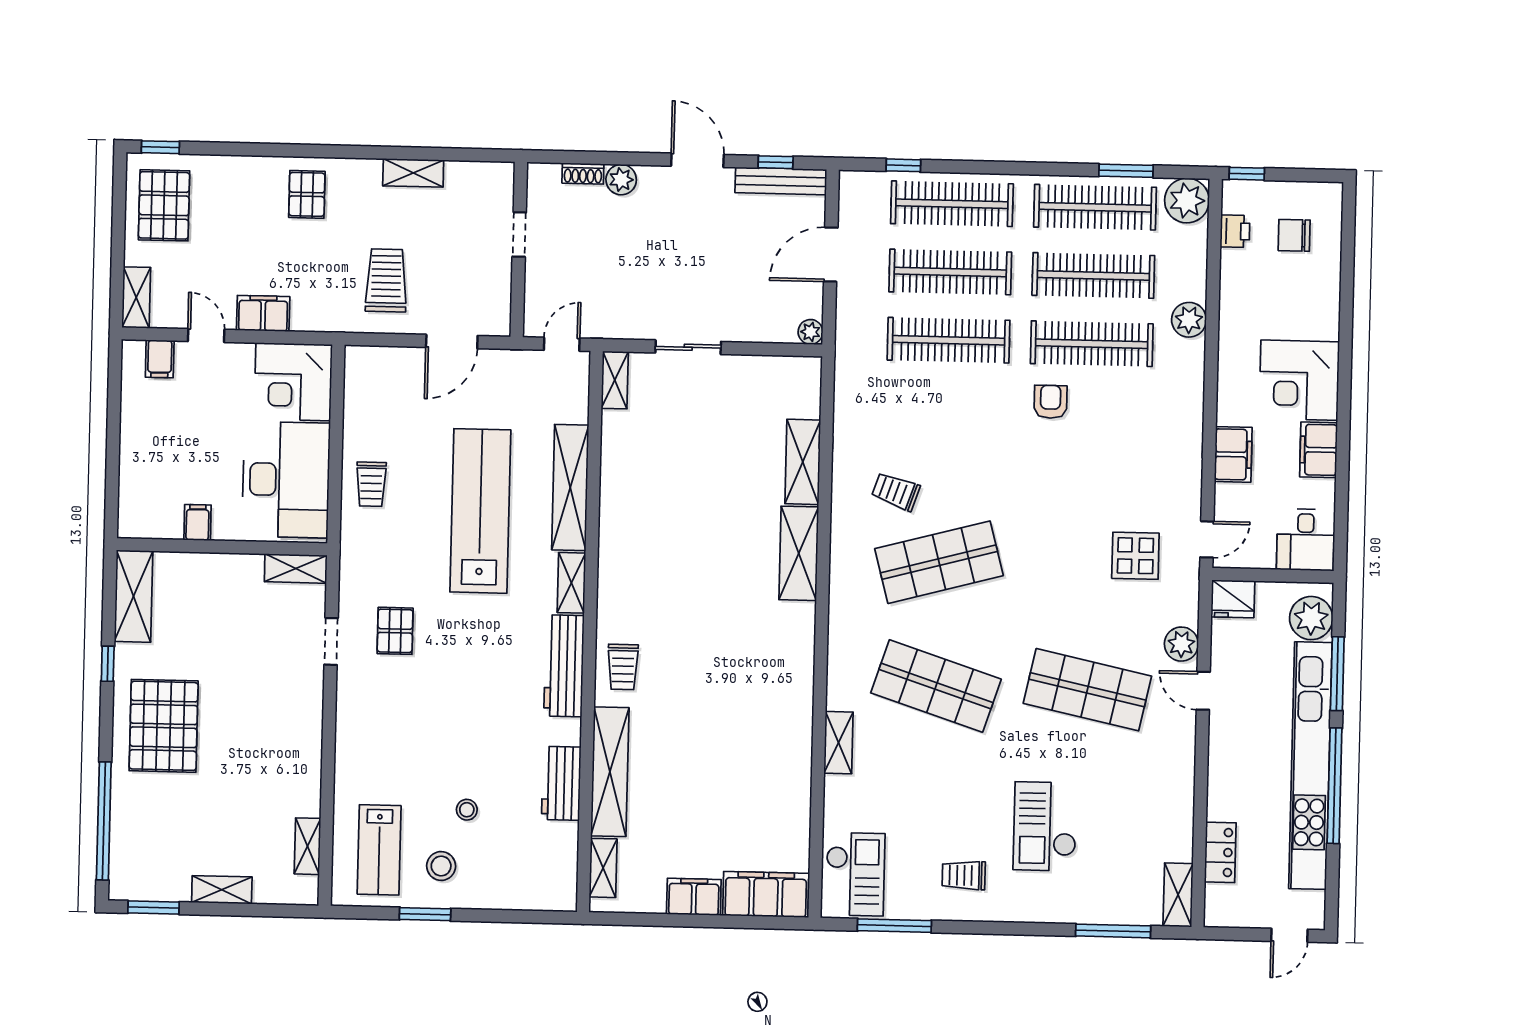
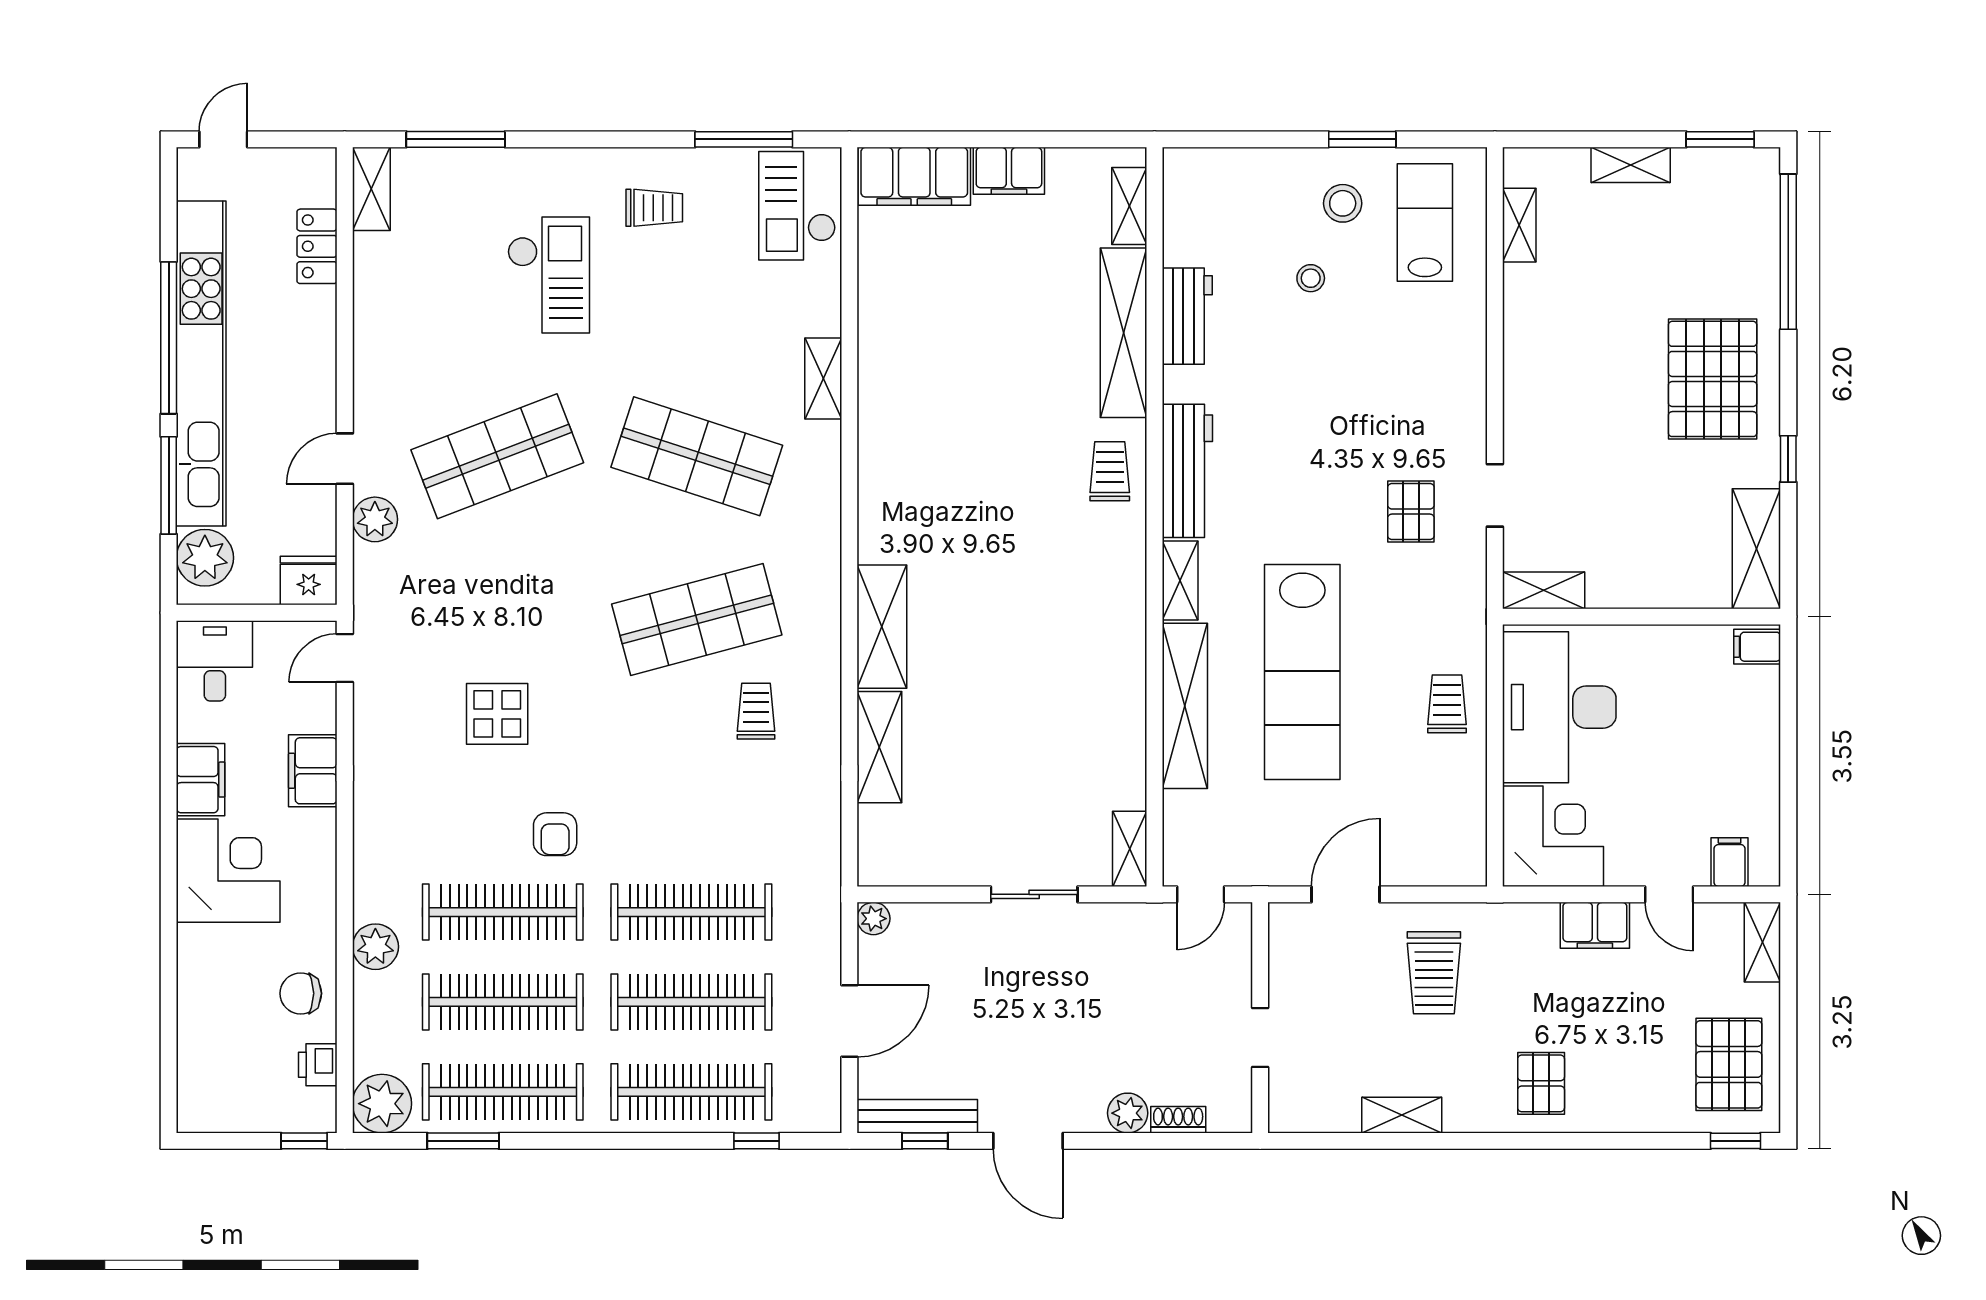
chair: (1294, 235) -> (301, 993), moved, turned 180
trolley: (896, 491) -> (756, 711), turned -109
filing cabinet: (197, 522) -> (1757, 647), moved, turned 90
display table: (1135, 556) -> (497, 714), moved
shop shelf: (1087, 690) -> (497, 456), turned -33
door: (1203, 691) -> (345, 459), swing flipped

